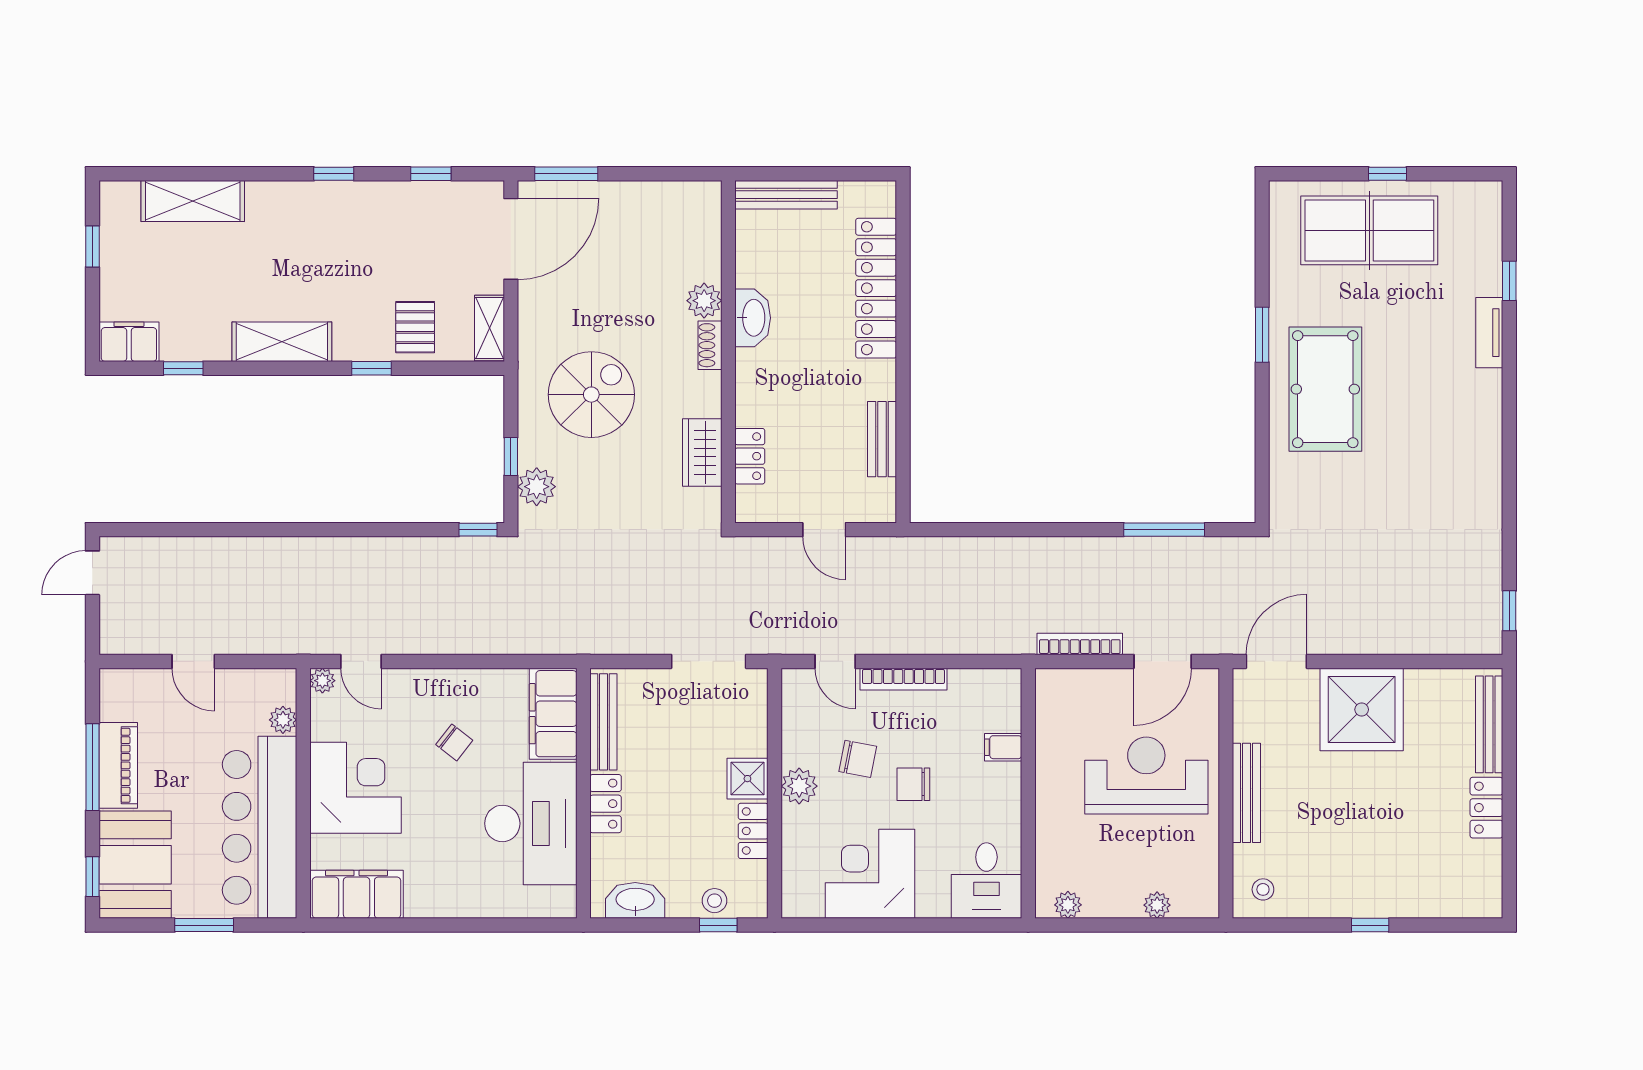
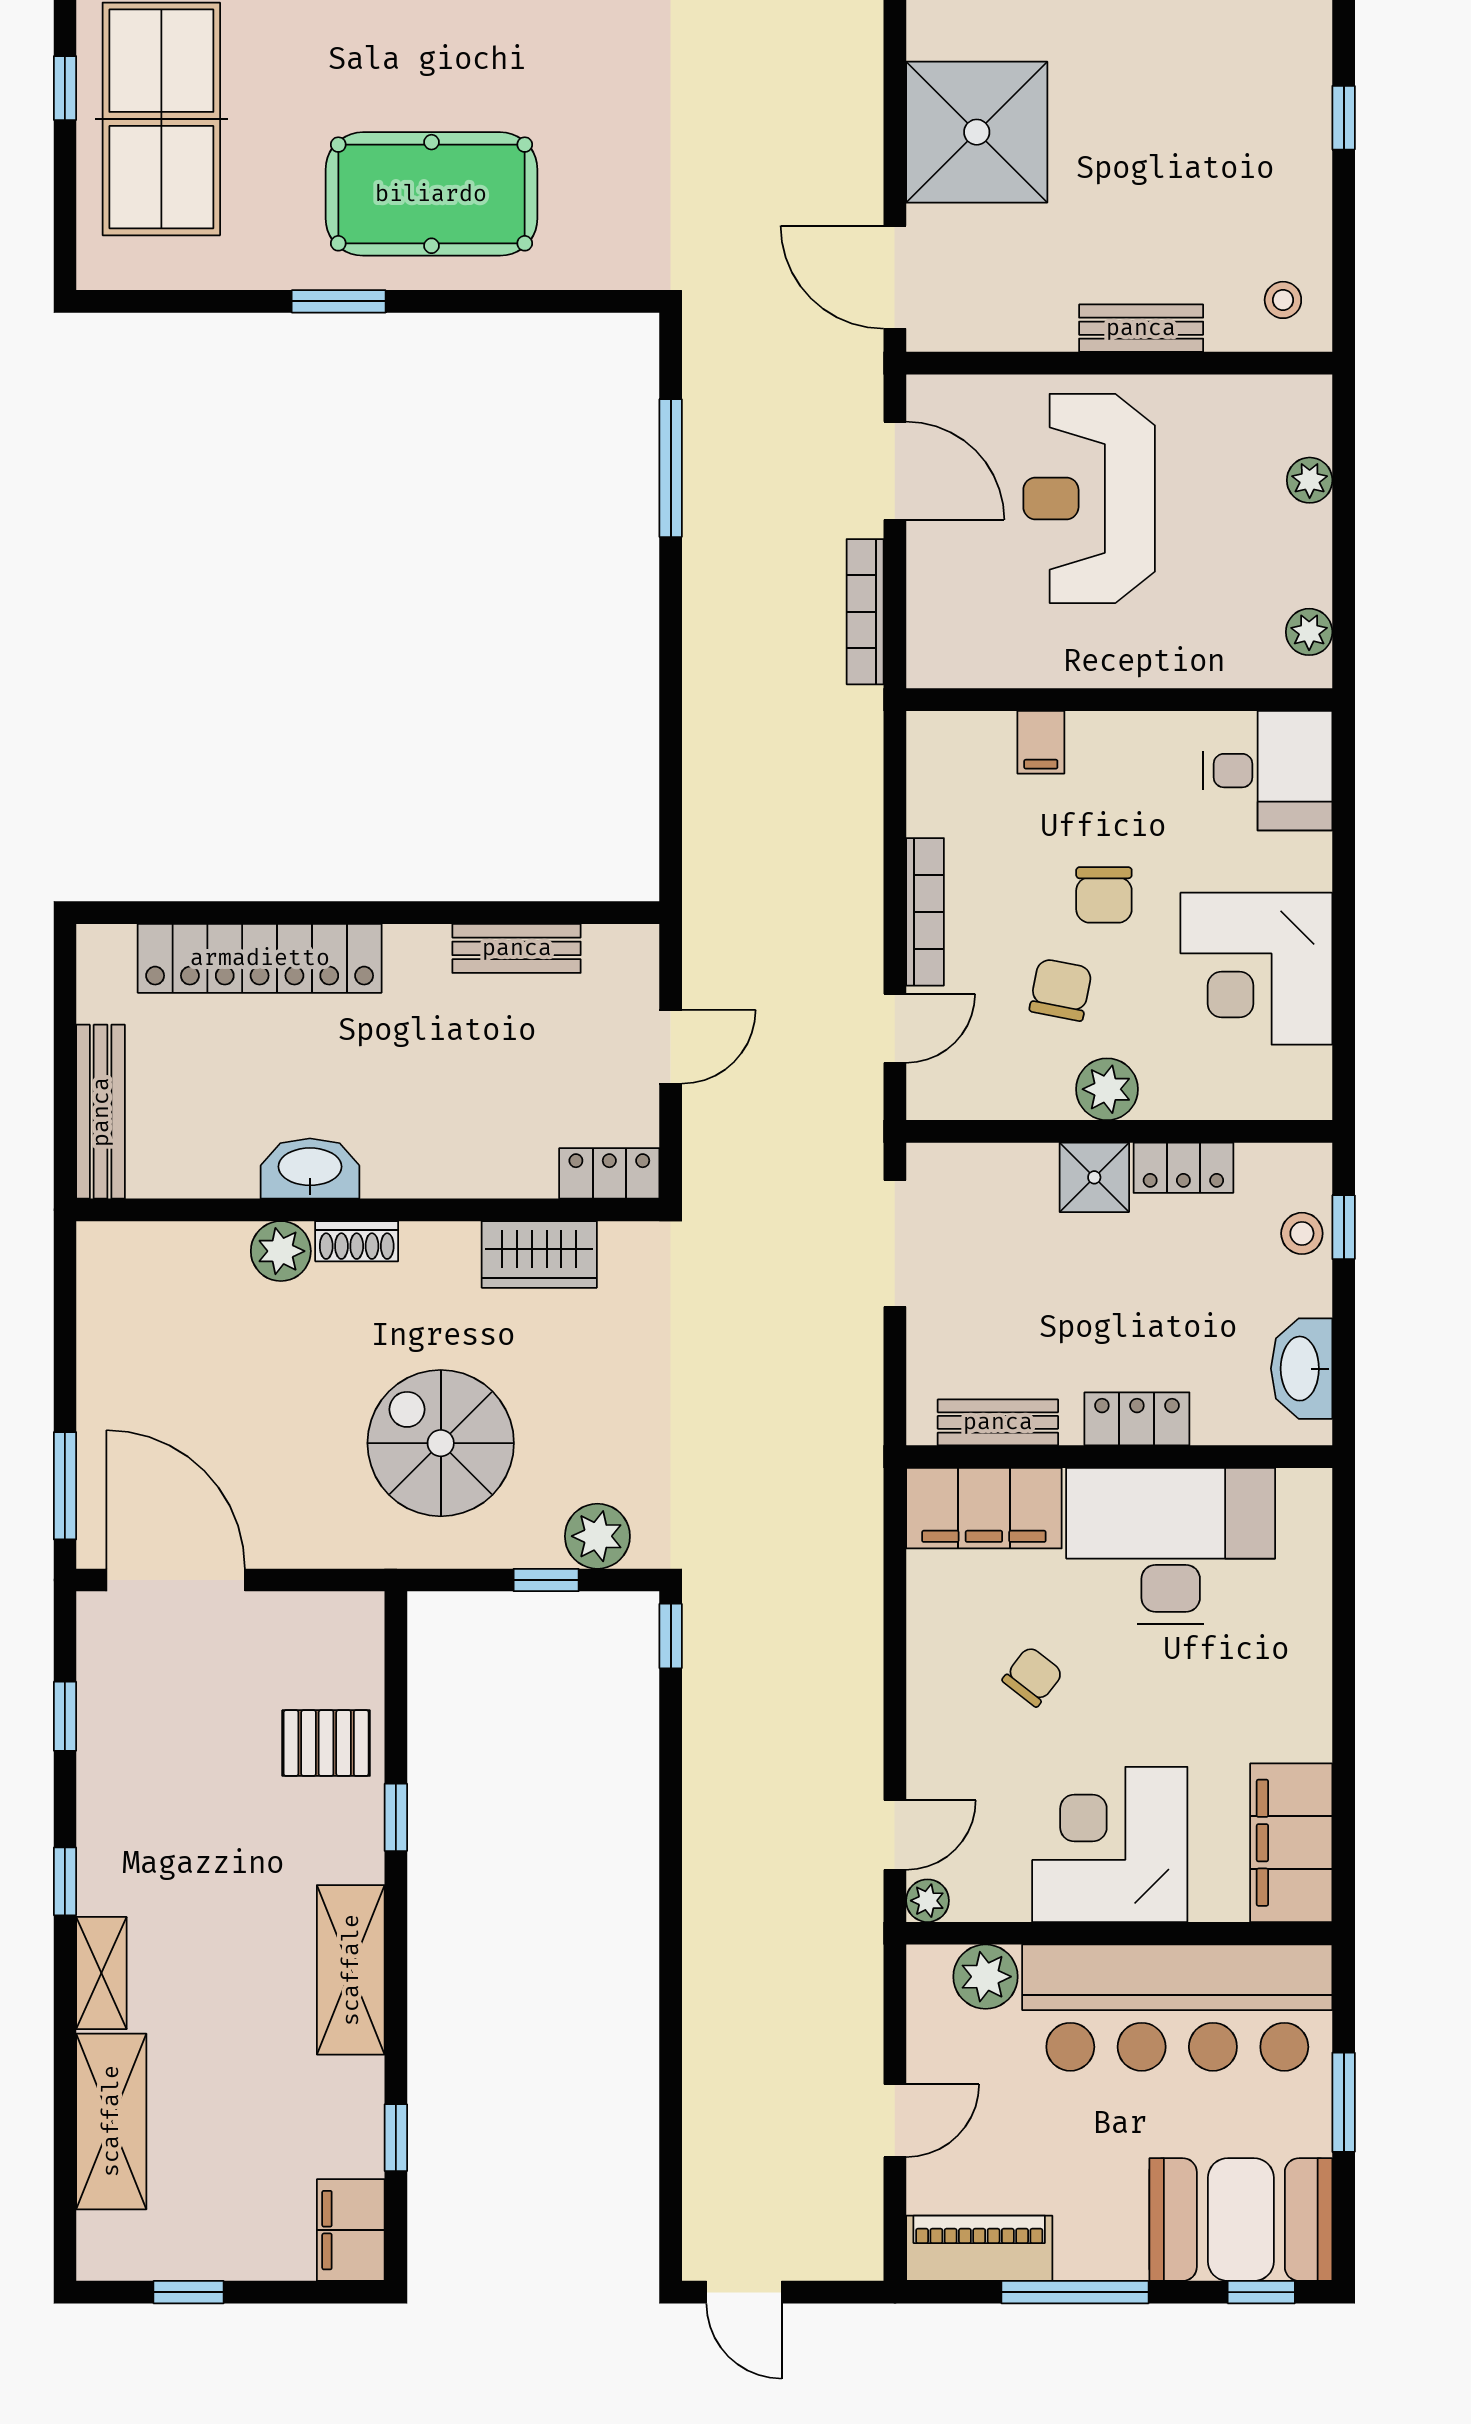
shelving: (489, 328) -> (101, 1973), moved, turned 90
locker: (750, 456) -> (609, 1173), moved
plant: (283, 720) -> (986, 1977), width x1.38, depth x1.38
bench: (603, 722) -> (998, 1422), width x0.73
piano: (118, 765) -> (979, 2248), moved
bench: (1246, 793) -> (1141, 328), width x0.73

